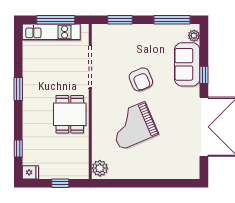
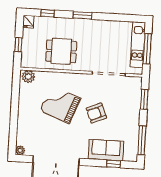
plant: (194, 36) -> (20, 150), moved
window: (204, 75) -> (114, 164), moved
window: (18, 89) -> (82, 15), moved
dining table: (70, 114) -> (61, 51), moved
grand piano: (133, 126) -> (60, 104), turned -46

